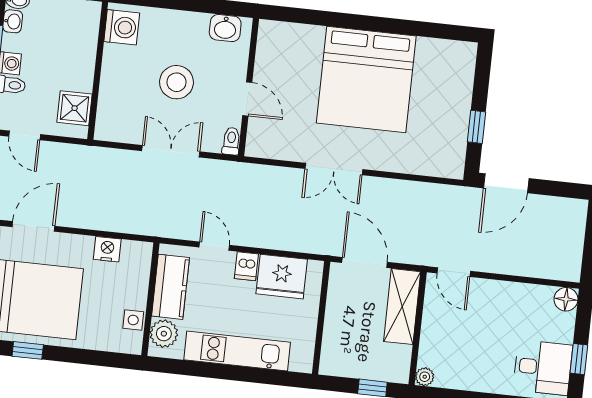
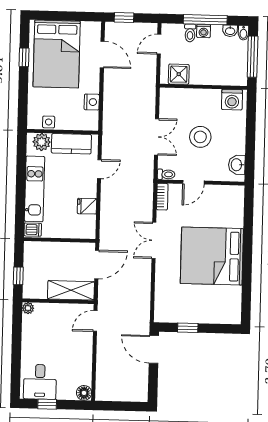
bookcase: (266, 150) -> (162, 197), added
dishwasher: (246, 266) -> (33, 230), moved, turned 180
fridge: (282, 277) -> (87, 206), width x0.53, depth x0.75

